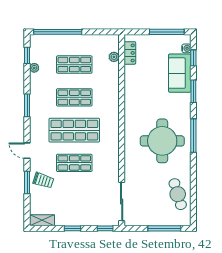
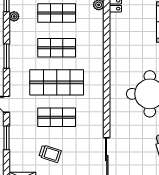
trolley: (43, 180) -> (50, 154), moved

